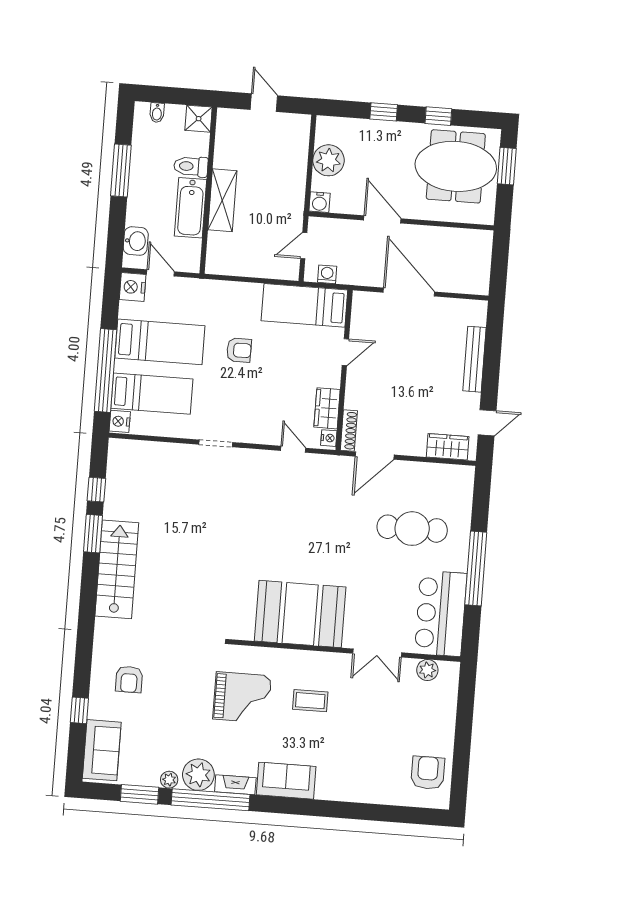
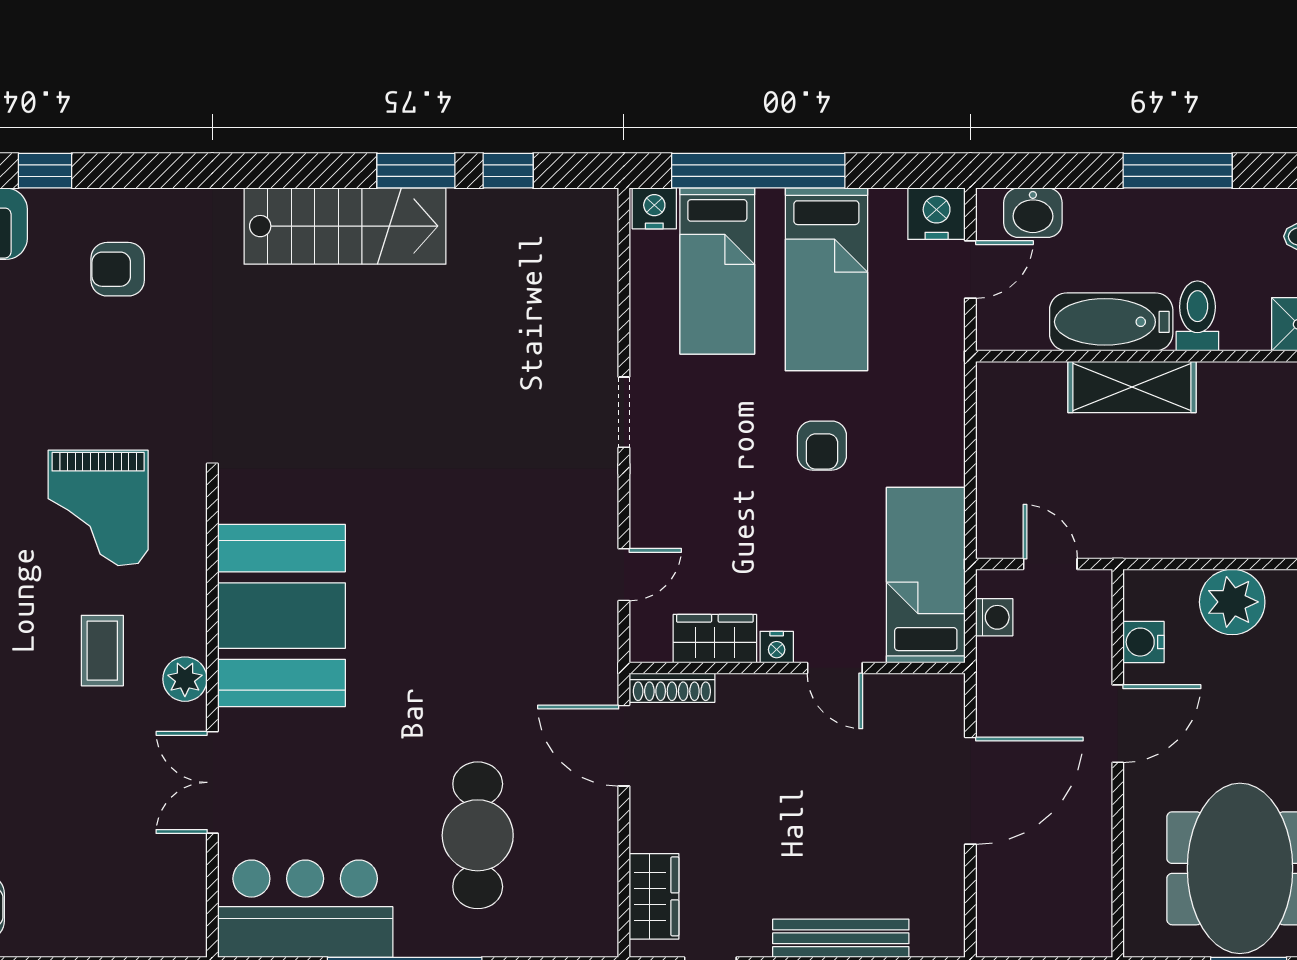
water cooler: (319, 202) -> (1144, 642), moved
nightstand: (329, 438) -> (777, 647), moved
plant: (427, 670) -> (185, 679), moved

